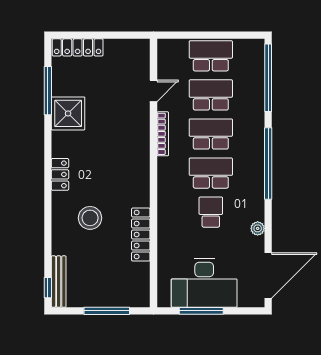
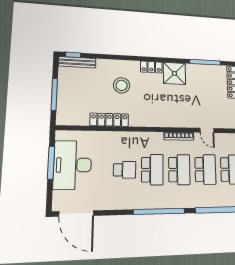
shower: (68, 113) -> (174, 73), moved
plant: (258, 228) -> (112, 205), removed

